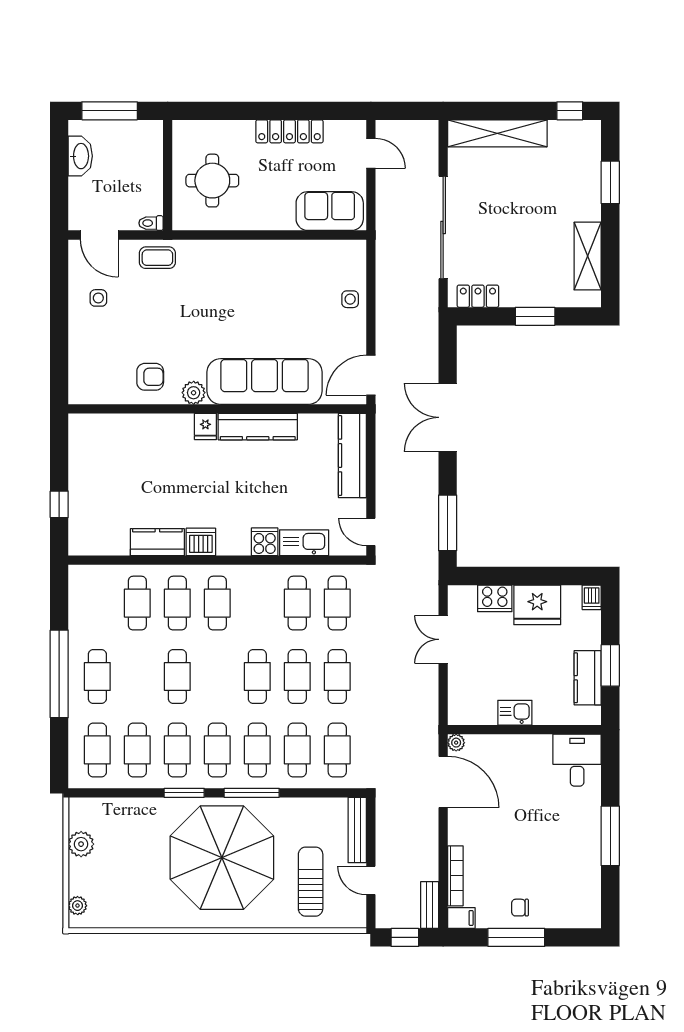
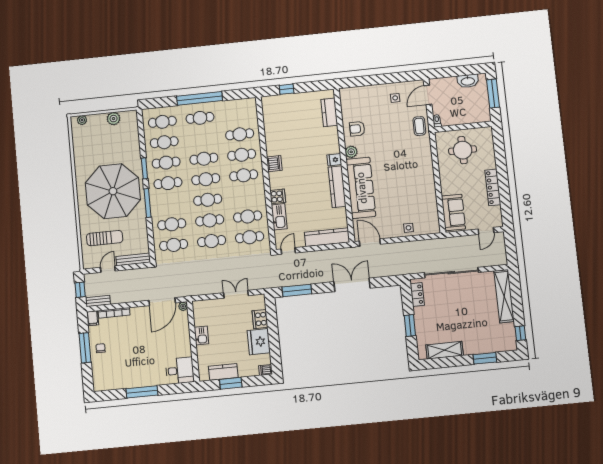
armchair: (150, 377) -> (357, 129), turned 90
kitchen counter: (157, 542) -> (329, 112), moved, turned 180
cafe table: (257, 750) -> (206, 179), moved

